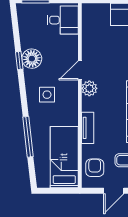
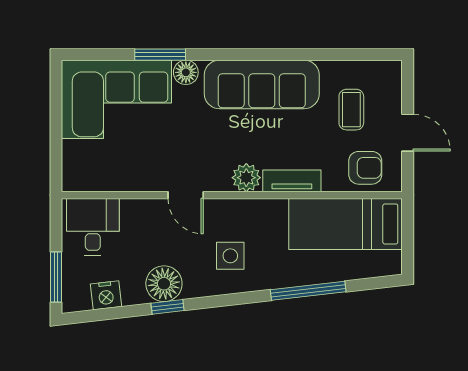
nightstand: (26, 27) -> (106, 295), added
plant: (89, 88) -> (246, 178), moved
armchair: (95, 168) -> (365, 168), turned 180

